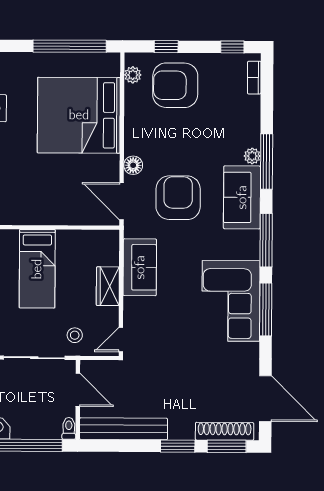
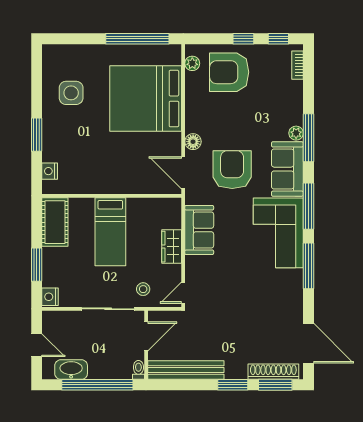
window: (166, 47) -> (243, 39), moved
corner sofa: (231, 301) -> (278, 233), moved
door: (78, 390) -> (146, 336), hinge flipped

